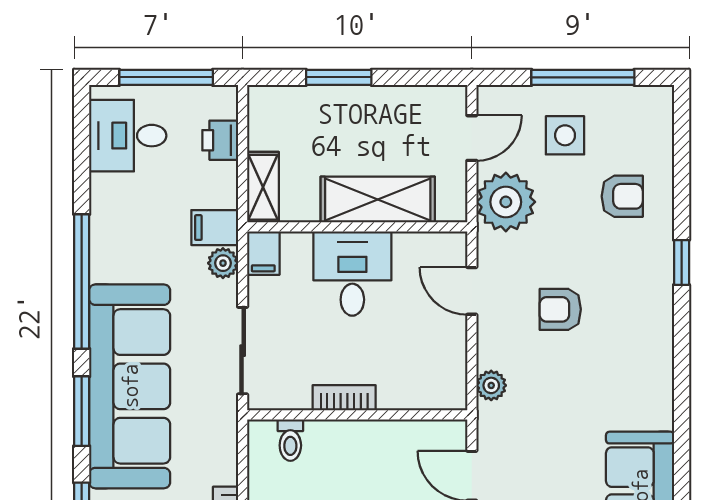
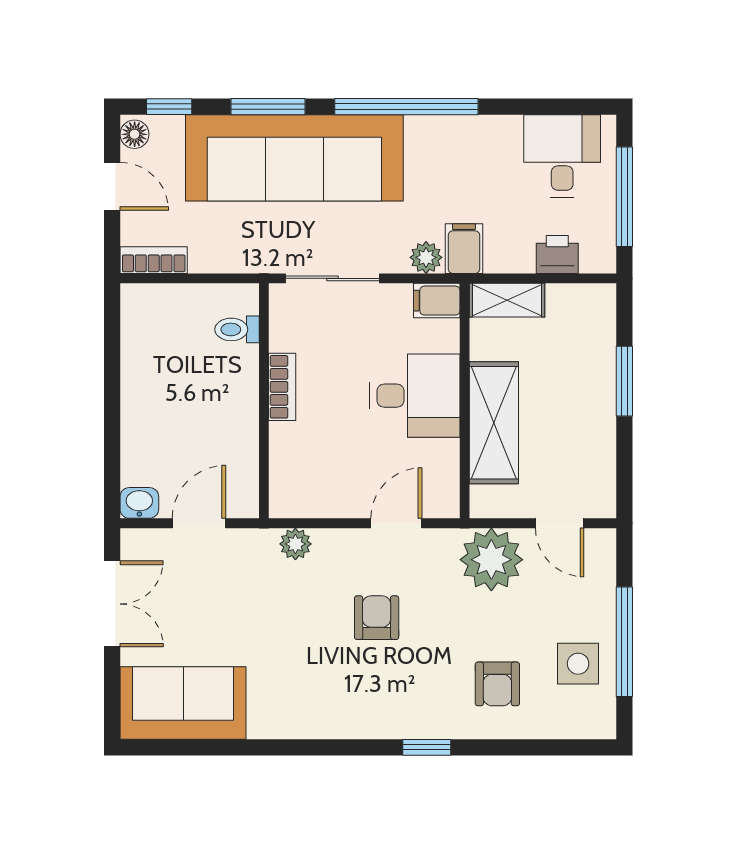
side table: (565, 135) -> (578, 664), moved

